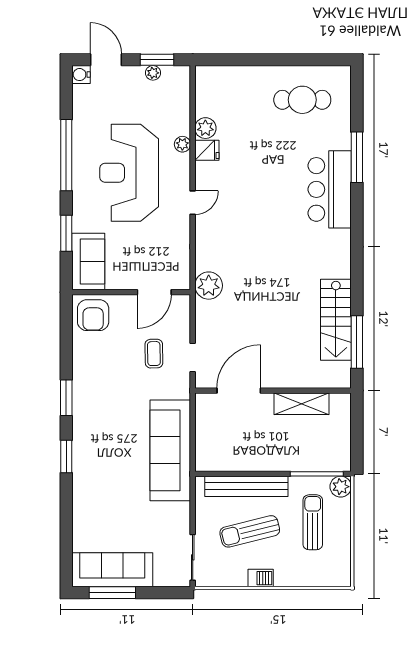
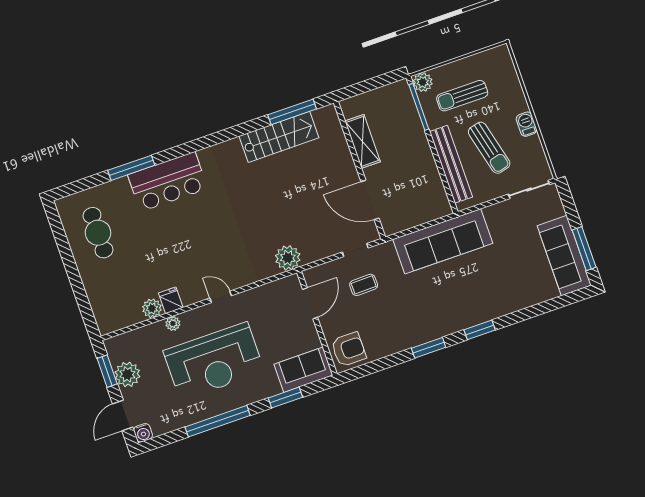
plant: (153, 73) -> (127, 374), width x1.88, depth x1.88
door: (154, 292) -> (310, 303), hinge flipped

